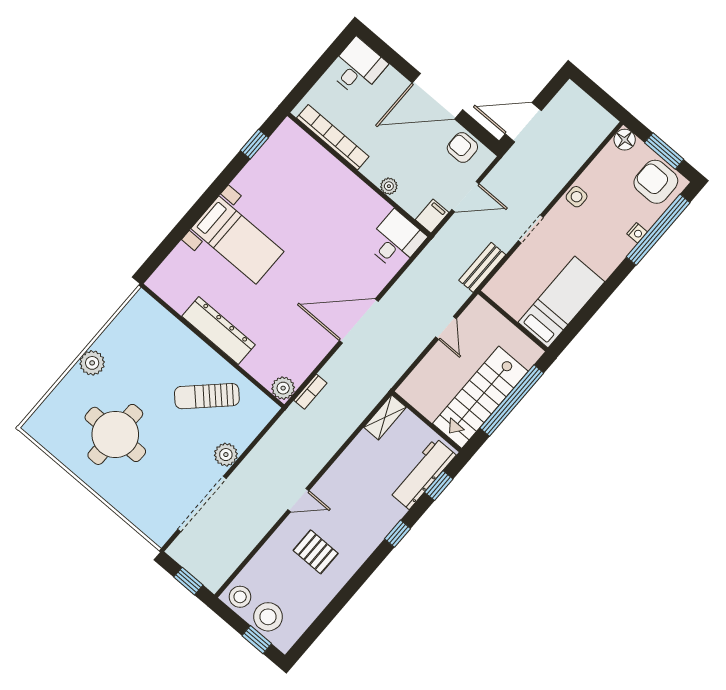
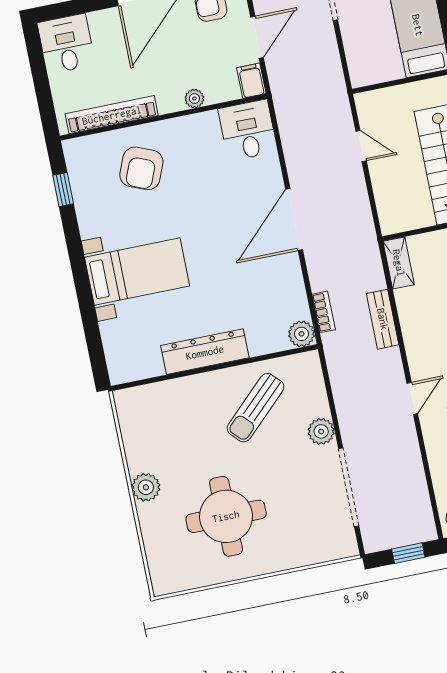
armchair: (312, 187) -> (141, 168), added
bench: (482, 267) -> (383, 319), moved

